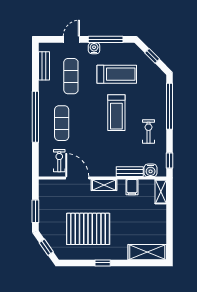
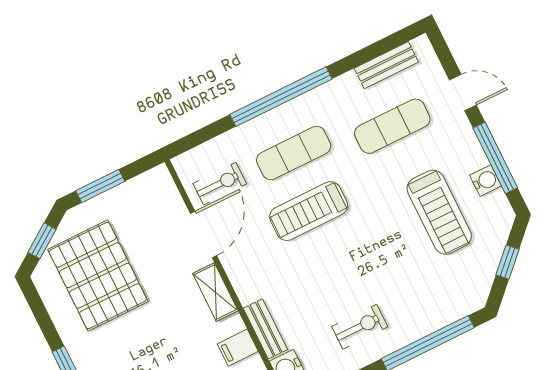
water cooler: (94, 48) -> (485, 181), moved
treadmill: (116, 113) -> (309, 211), moved
pallet: (88, 229) -> (98, 275), moved

